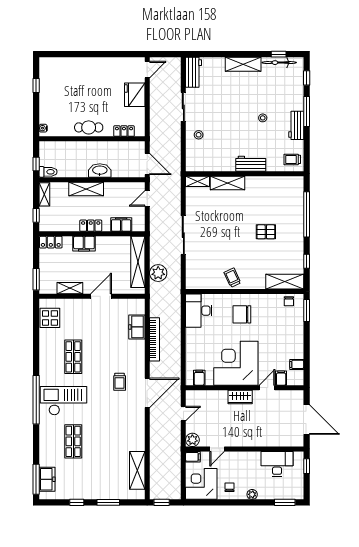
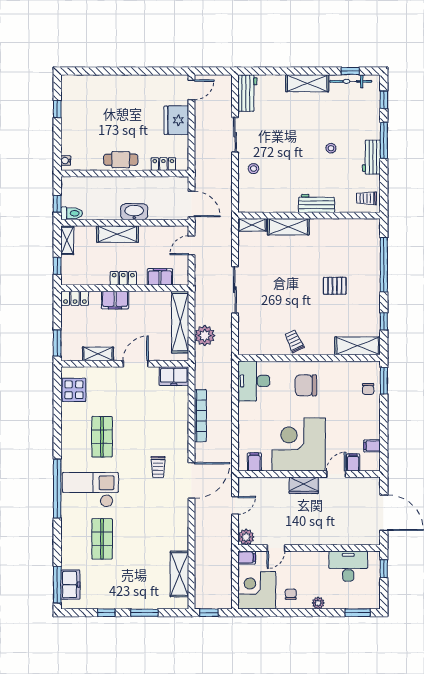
chair: (289, 301) -> (368, 389), moved
freezer: (137, 327) -> (174, 376), moved, turned -90

